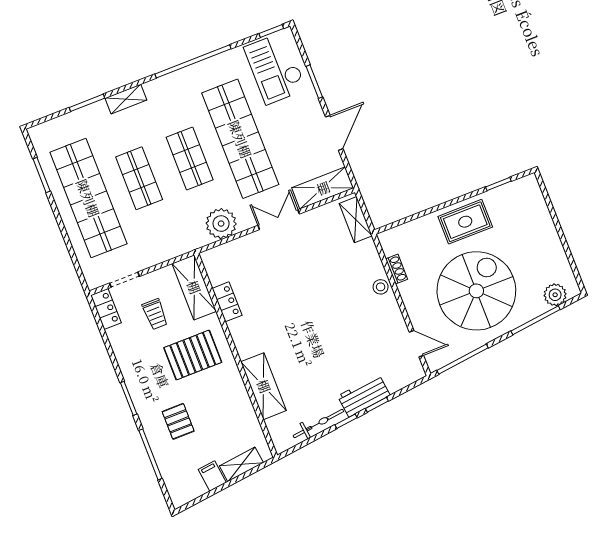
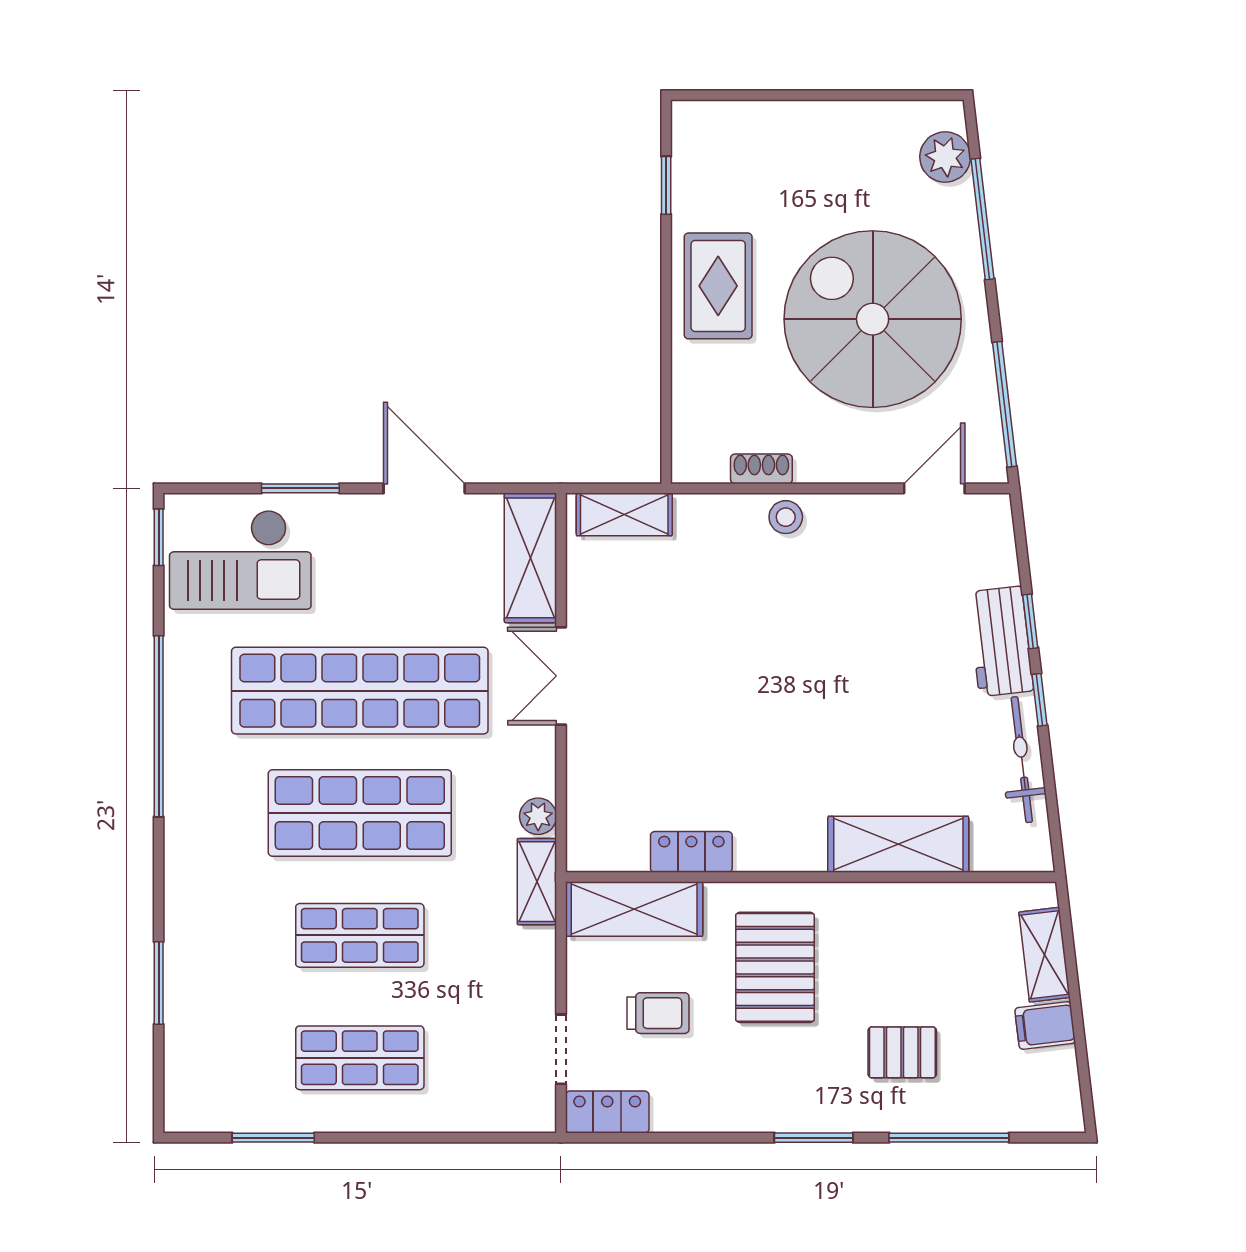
shelving: (126, 99) -> (537, 882), moved
shop shelf: (190, 159) -> (360, 813), width x1.43, depth x1.36
shop shelf: (88, 198) -> (360, 1058), width x0.50, depth x0.74
plant: (221, 224) -> (538, 816), width x0.53, depth x0.53

